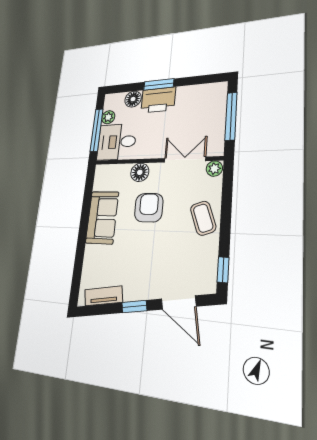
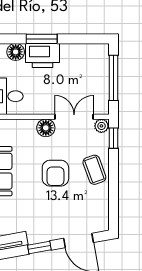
floor lamp: (140, 172) -> (46, 128), moved
armchair: (149, 208) -> (55, 173), moved, turned 180
window: (223, 270) -> (114, 138), moved

